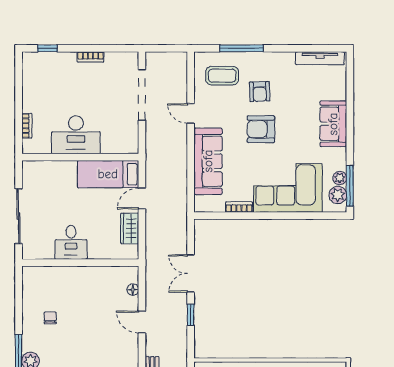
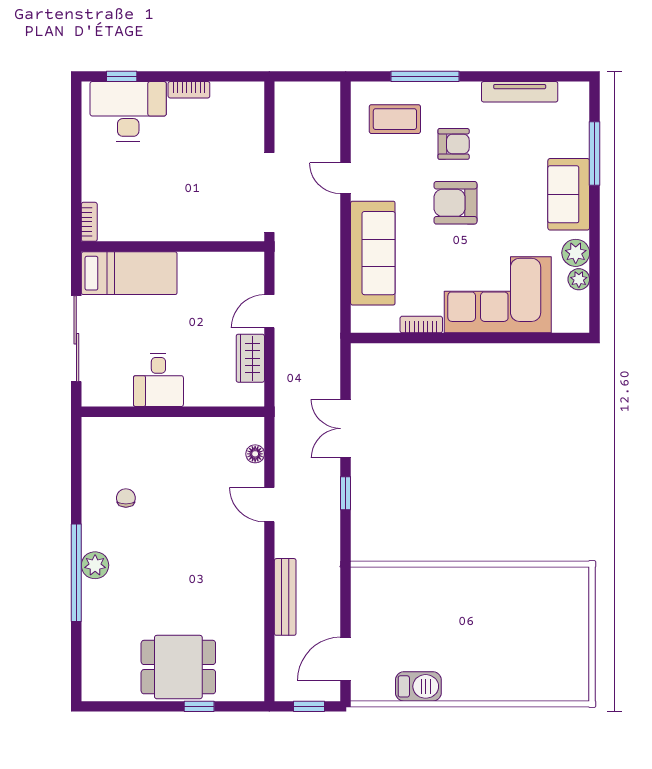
tv unit: (320, 58) -> (520, 92), moved
armchair: (260, 92) -> (454, 144), turned -88
doorway: (142, 95) -> (269, 193), moved
bookcase: (27, 126) -> (89, 222), moved
desk: (76, 135) -> (128, 111), moved, turned 180
bed: (108, 174) -> (129, 273), moved, turned 180
window: (350, 186) -> (595, 153), moved
plant: (338, 195) -> (576, 253), moved

